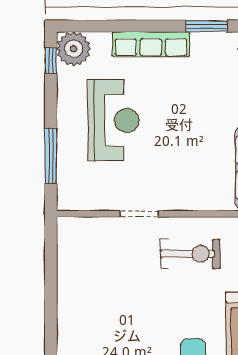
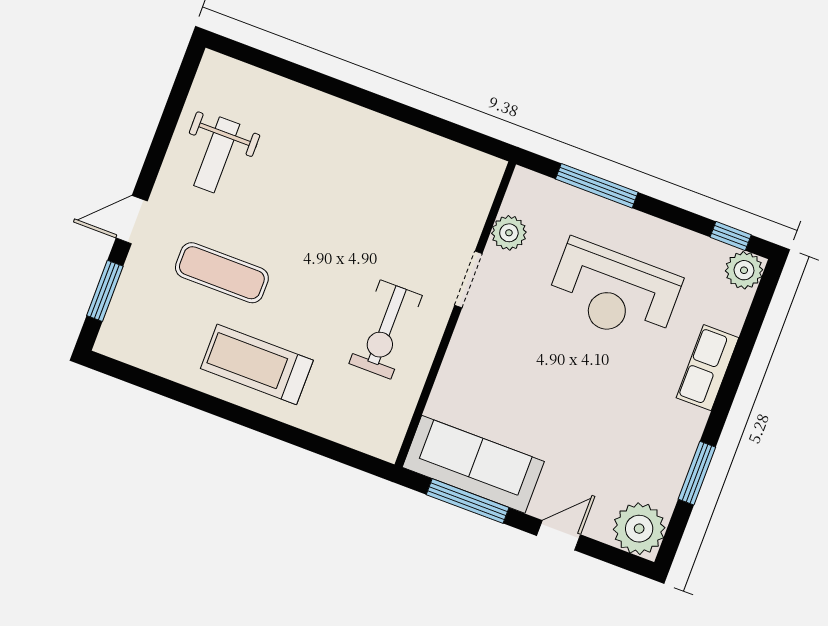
row of seats: (151, 44) -> (707, 368), width x0.68
plant: (74, 49) -> (744, 270), width x0.73, depth x0.73
plant: (101, 200) -> (509, 233), added

